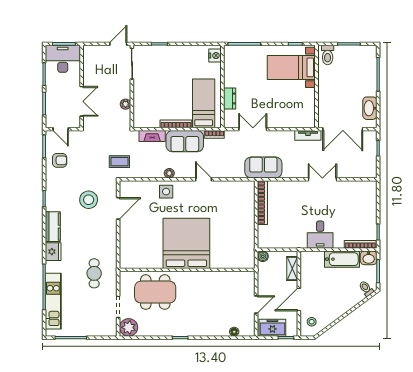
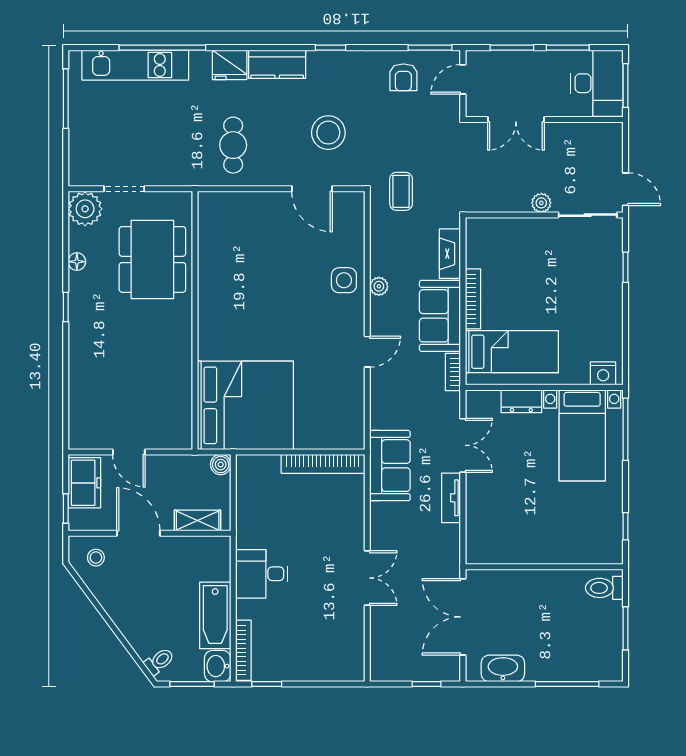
bed with nightstands: (291, 67) -> (582, 435), moved, turned 180
plant: (126, 104) -> (541, 203), moved
tv unit: (308, 135) -> (451, 498), moved
bed: (186, 243) -> (245, 405), moved
cafe table: (94, 273) -> (233, 145), moved, turned 90
floor lamp: (234, 332) -> (77, 262), moved

